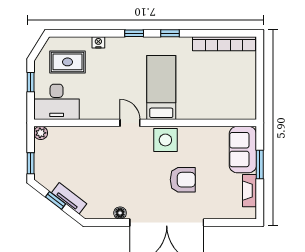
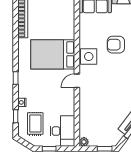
window: (170, 33) -> (16, 116), moved
bed: (161, 87) -> (53, 54), width x1.50
armchair: (183, 180) -> (116, 45), turned -90

